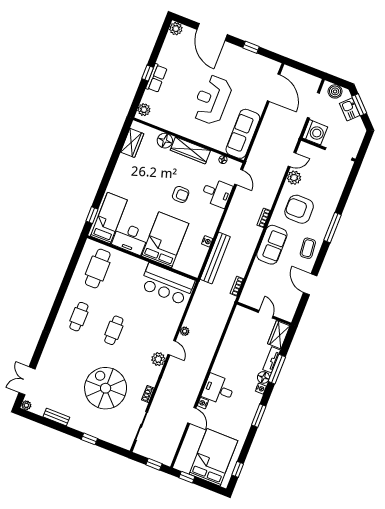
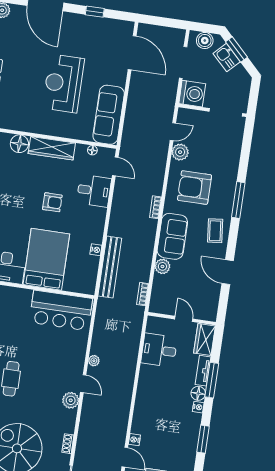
plant: (258, 267) -> (162, 266), added
desk: (218, 389) -> (159, 350), moved

